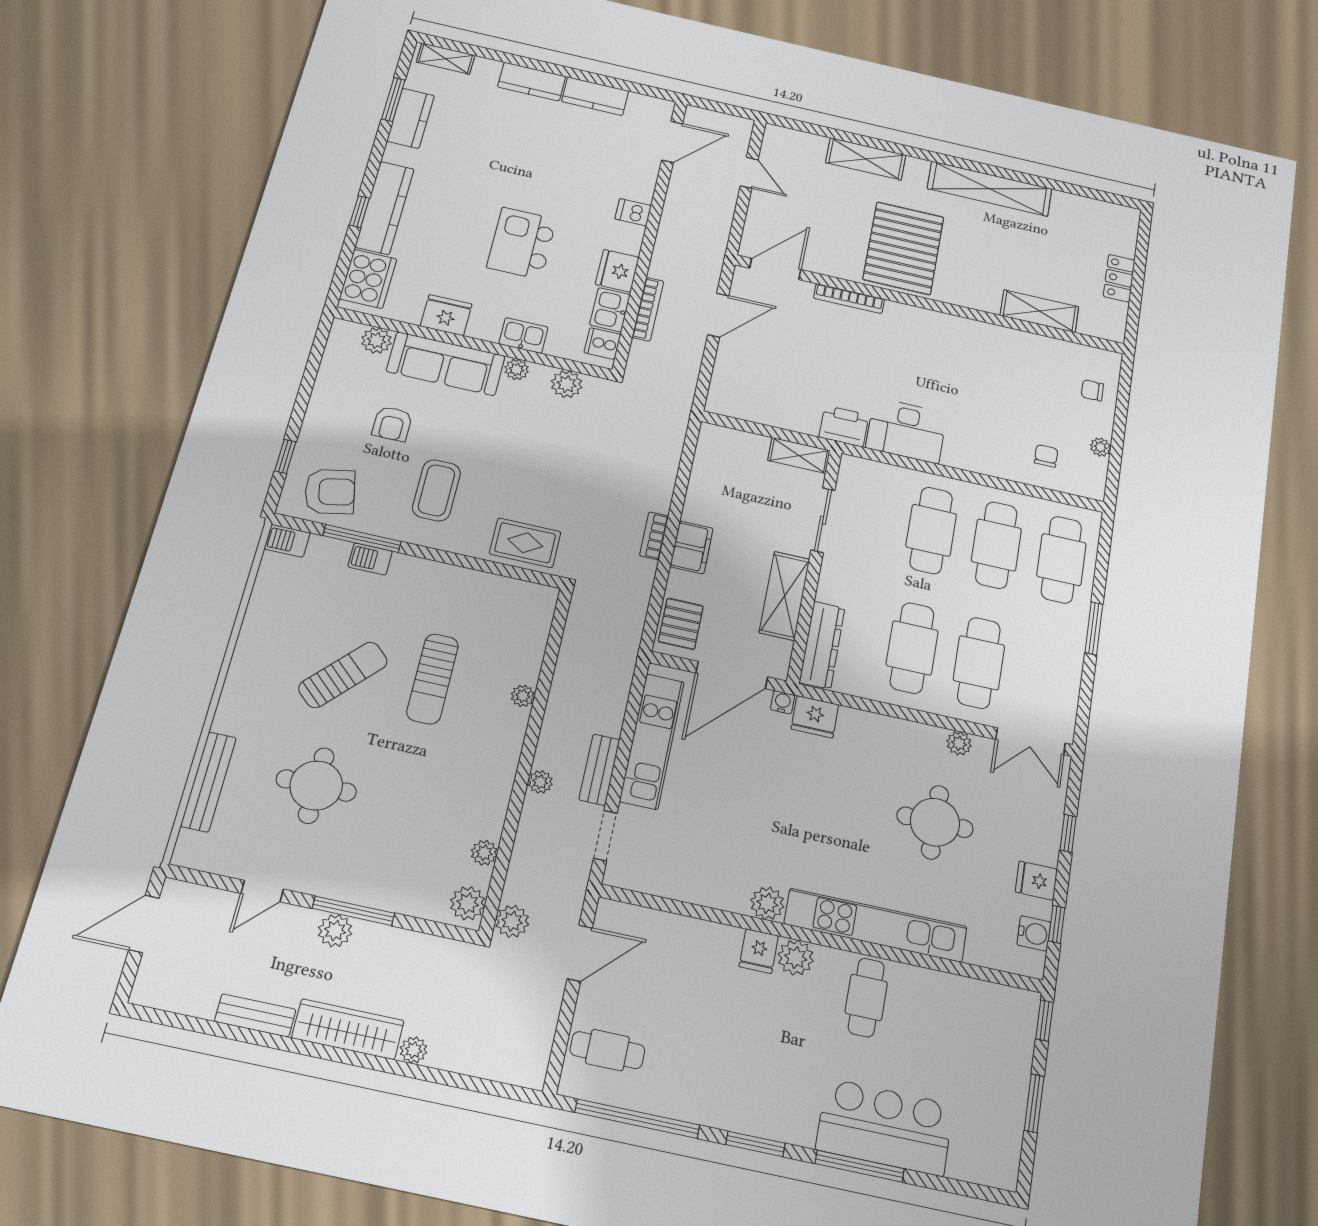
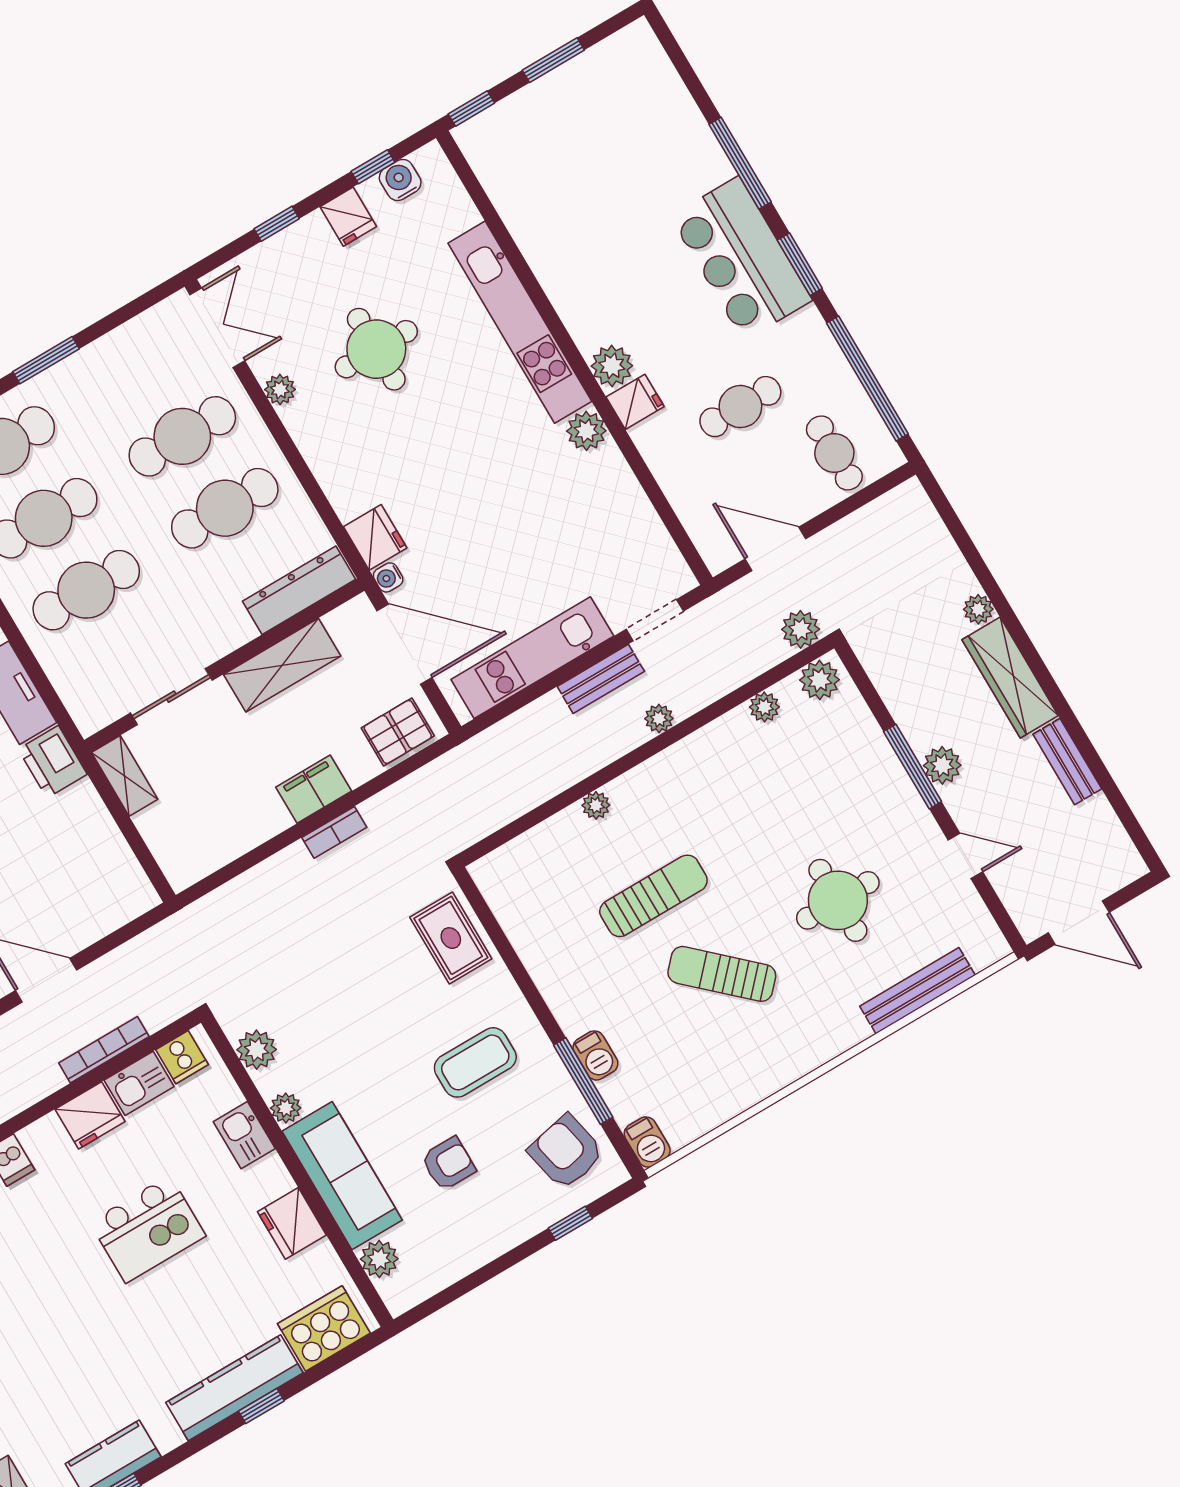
cafe table: (866, 997) -> (740, 407), moved
bar counter: (885, 1127) -> (741, 258), moved

